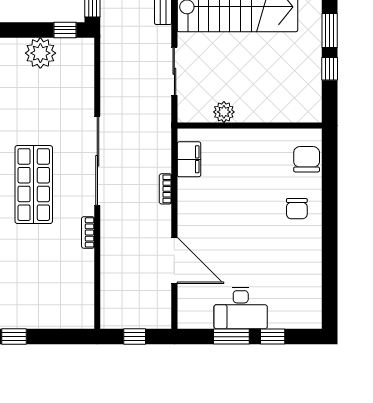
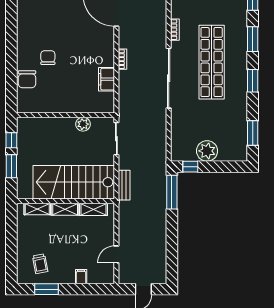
plant: (224, 112) -> (83, 124), moved
wall: (250, 125) -> (66, 115), moved
shop shelf: (34, 185) -> (212, 62), width x1.40
chair: (297, 209) -> (48, 58), moved

